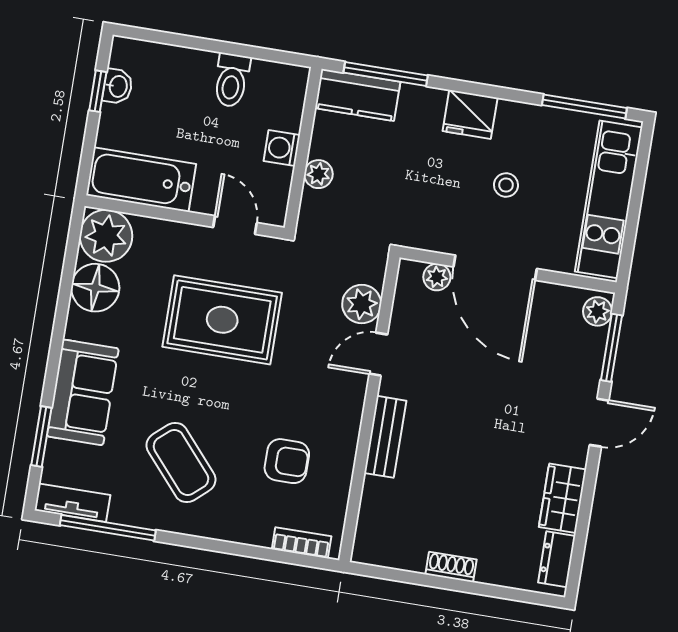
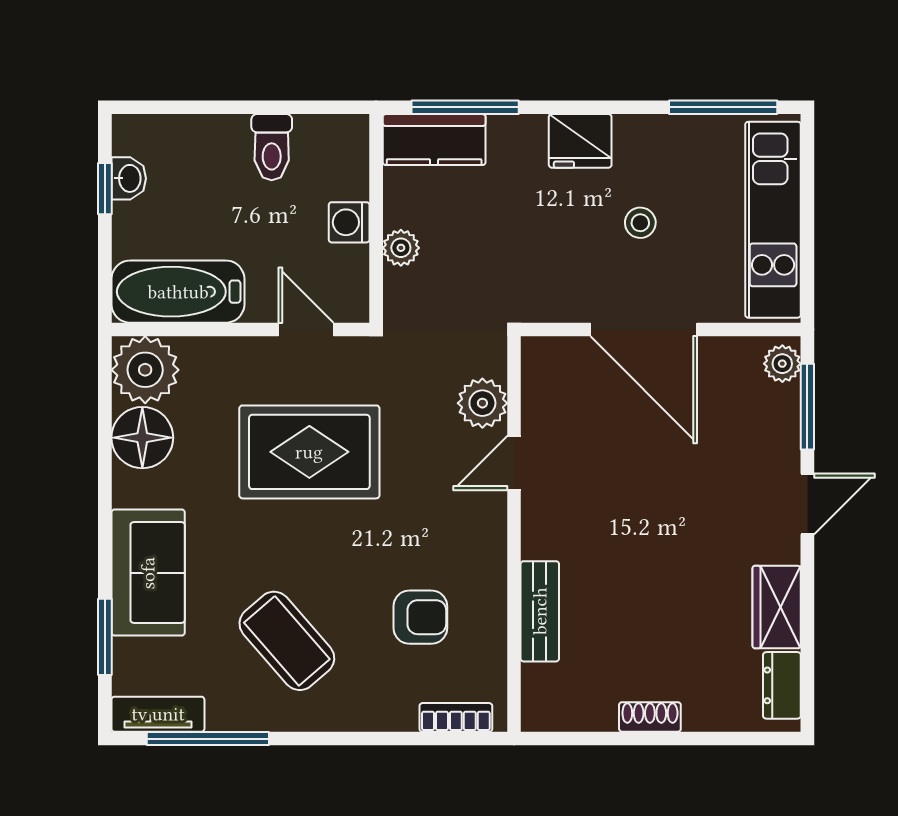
plant: (437, 277) -> (572, 353), removed
bench: (385, 437) -> (540, 611), moved

